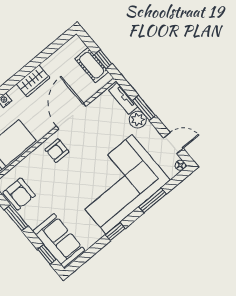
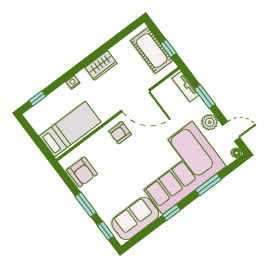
cot: (92, 65) -> (152, 51), width x1.37, depth x1.34
door: (71, 116) -> (135, 101), swing flipped
plant: (138, 120) -> (210, 122), moved
window: (16, 218) -> (86, 204), moved
sofa: (59, 241) -> (135, 218), moved, turned -90

